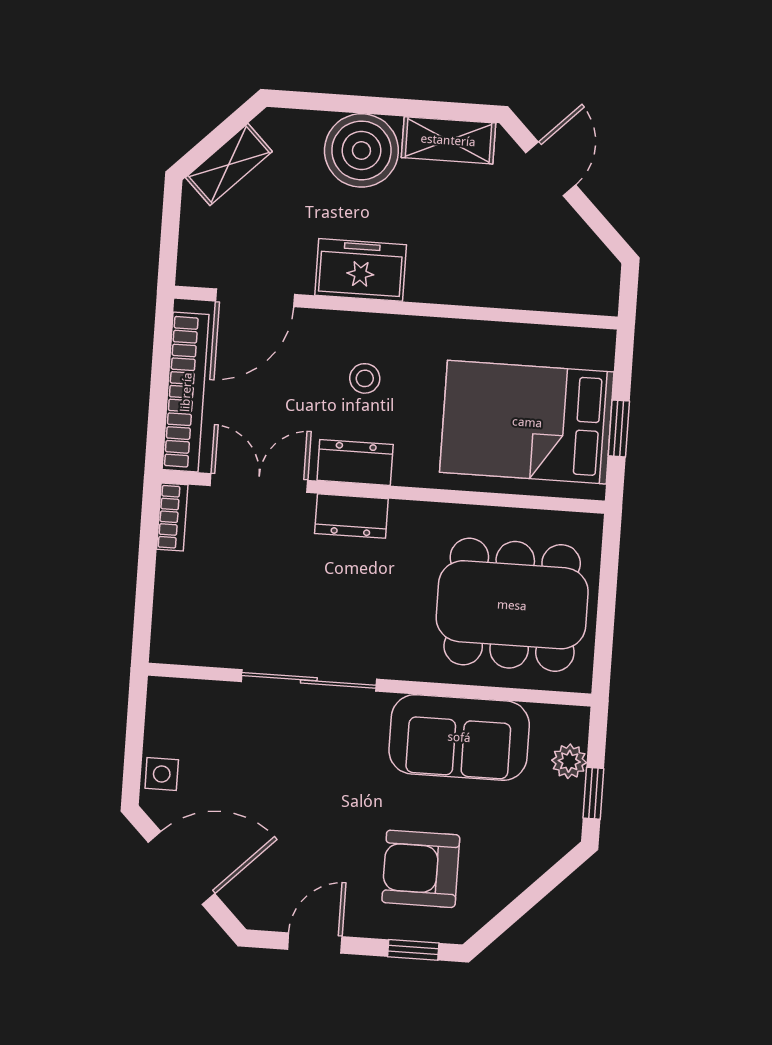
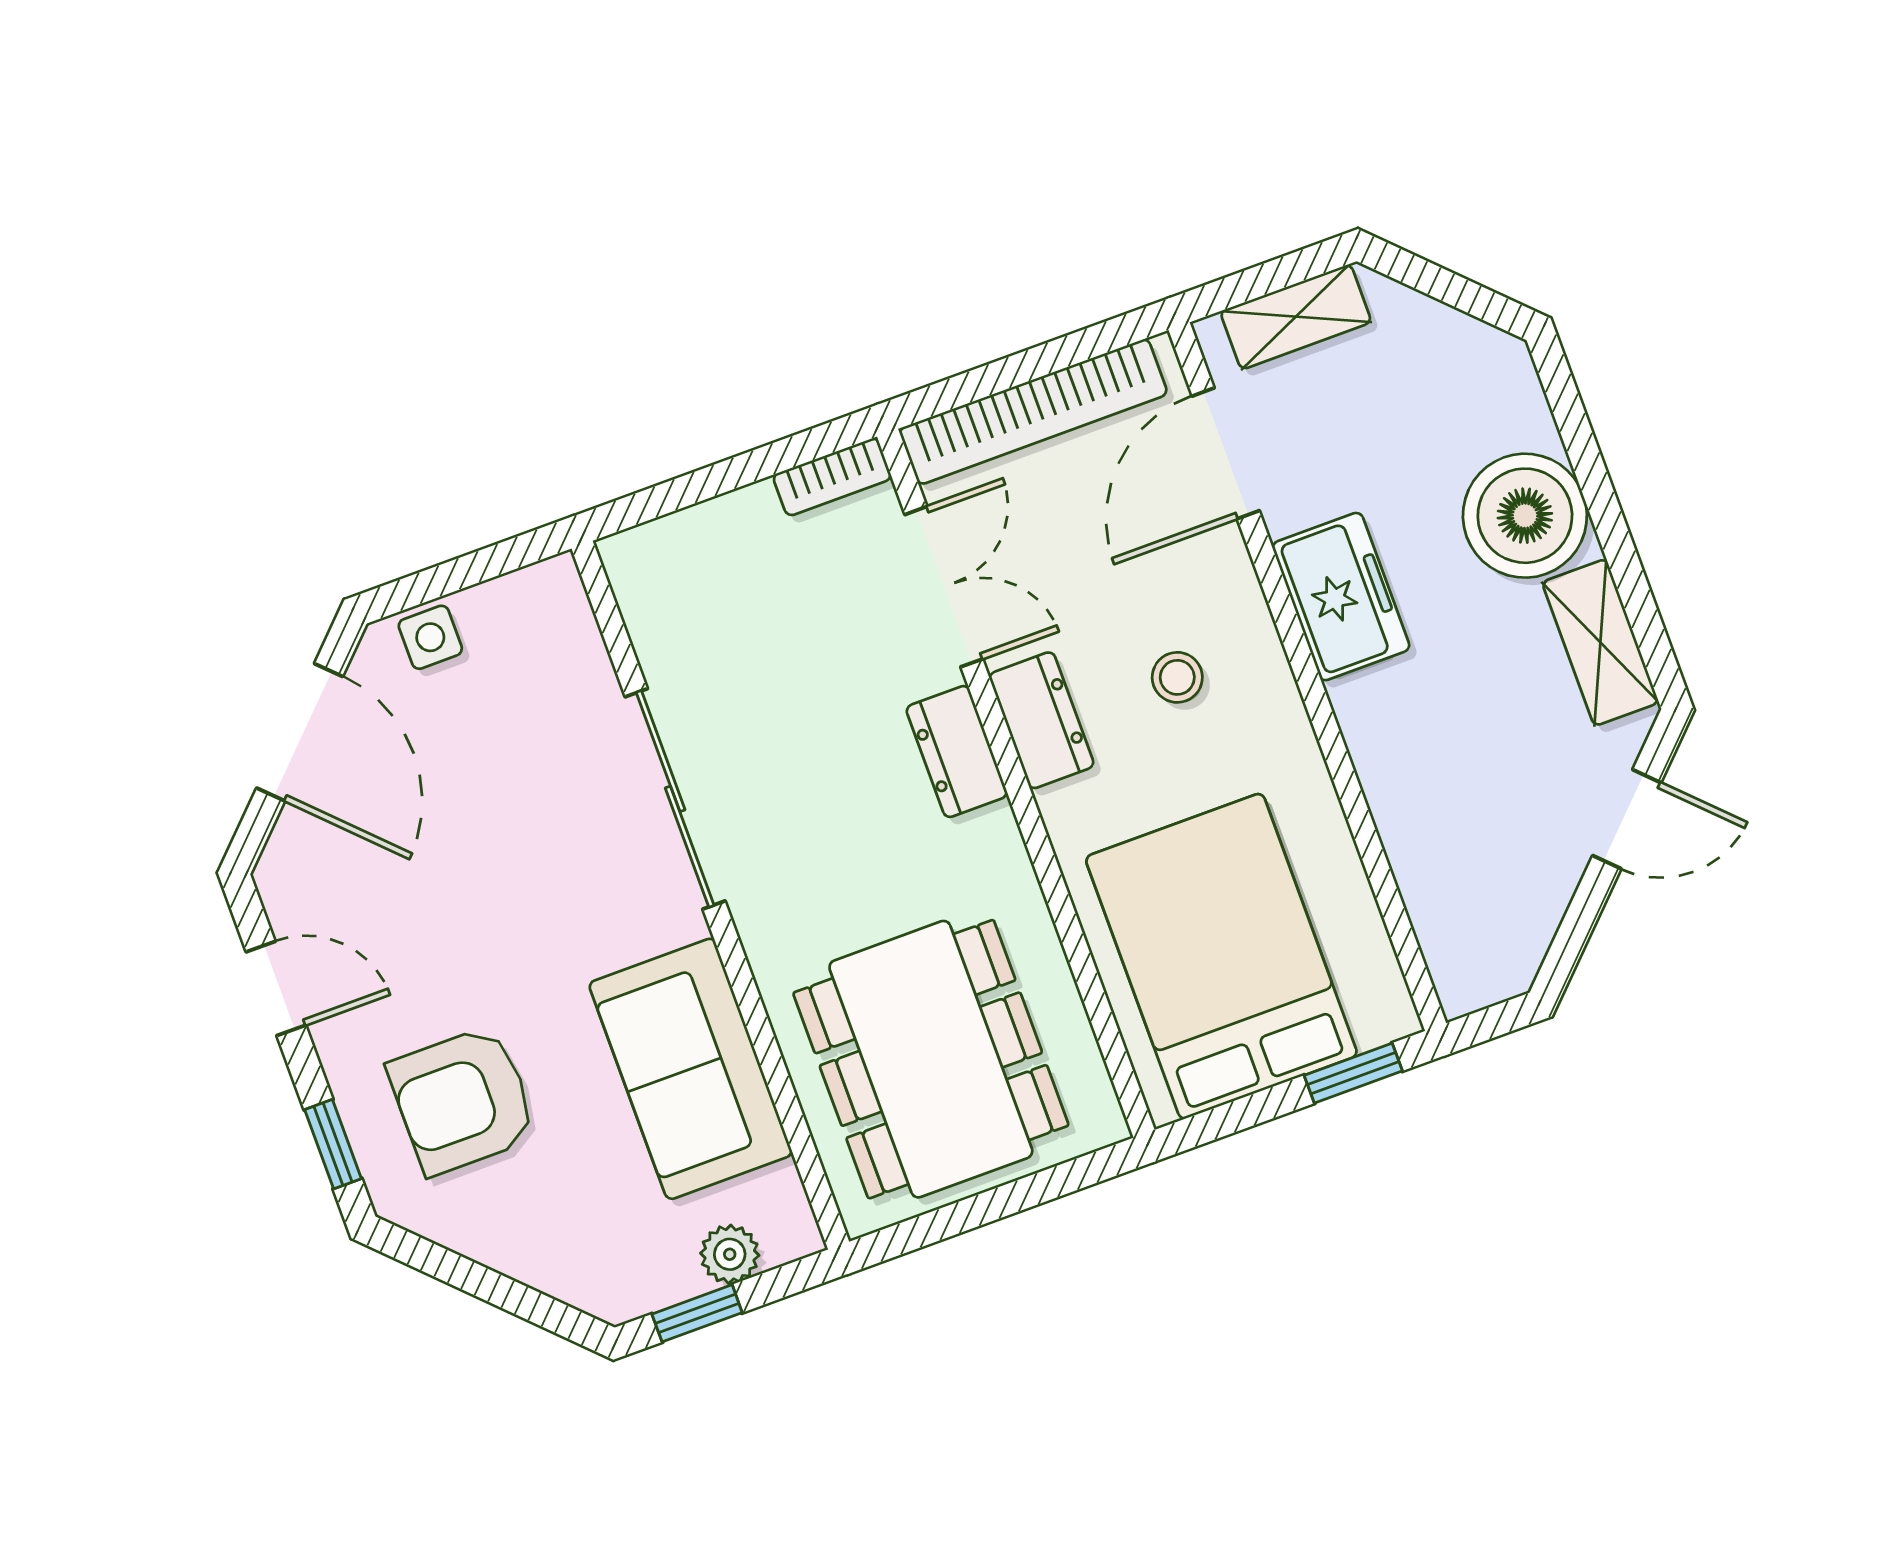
shelving: (229, 164) -> (1296, 317), moved, turned -45
door: (255, 298) -> (1226, 453), hinge flipped
window: (619, 428) -> (1353, 1073), moved
armchair: (421, 869) -> (463, 1100), turned -90

